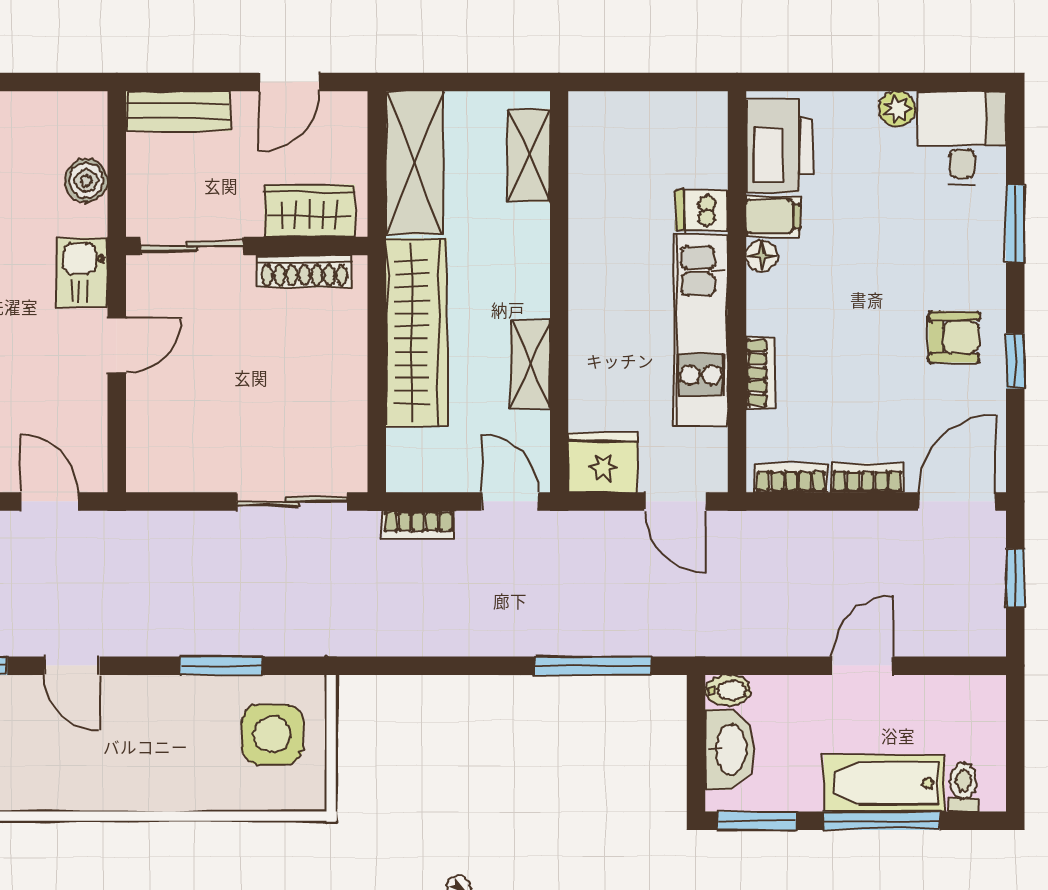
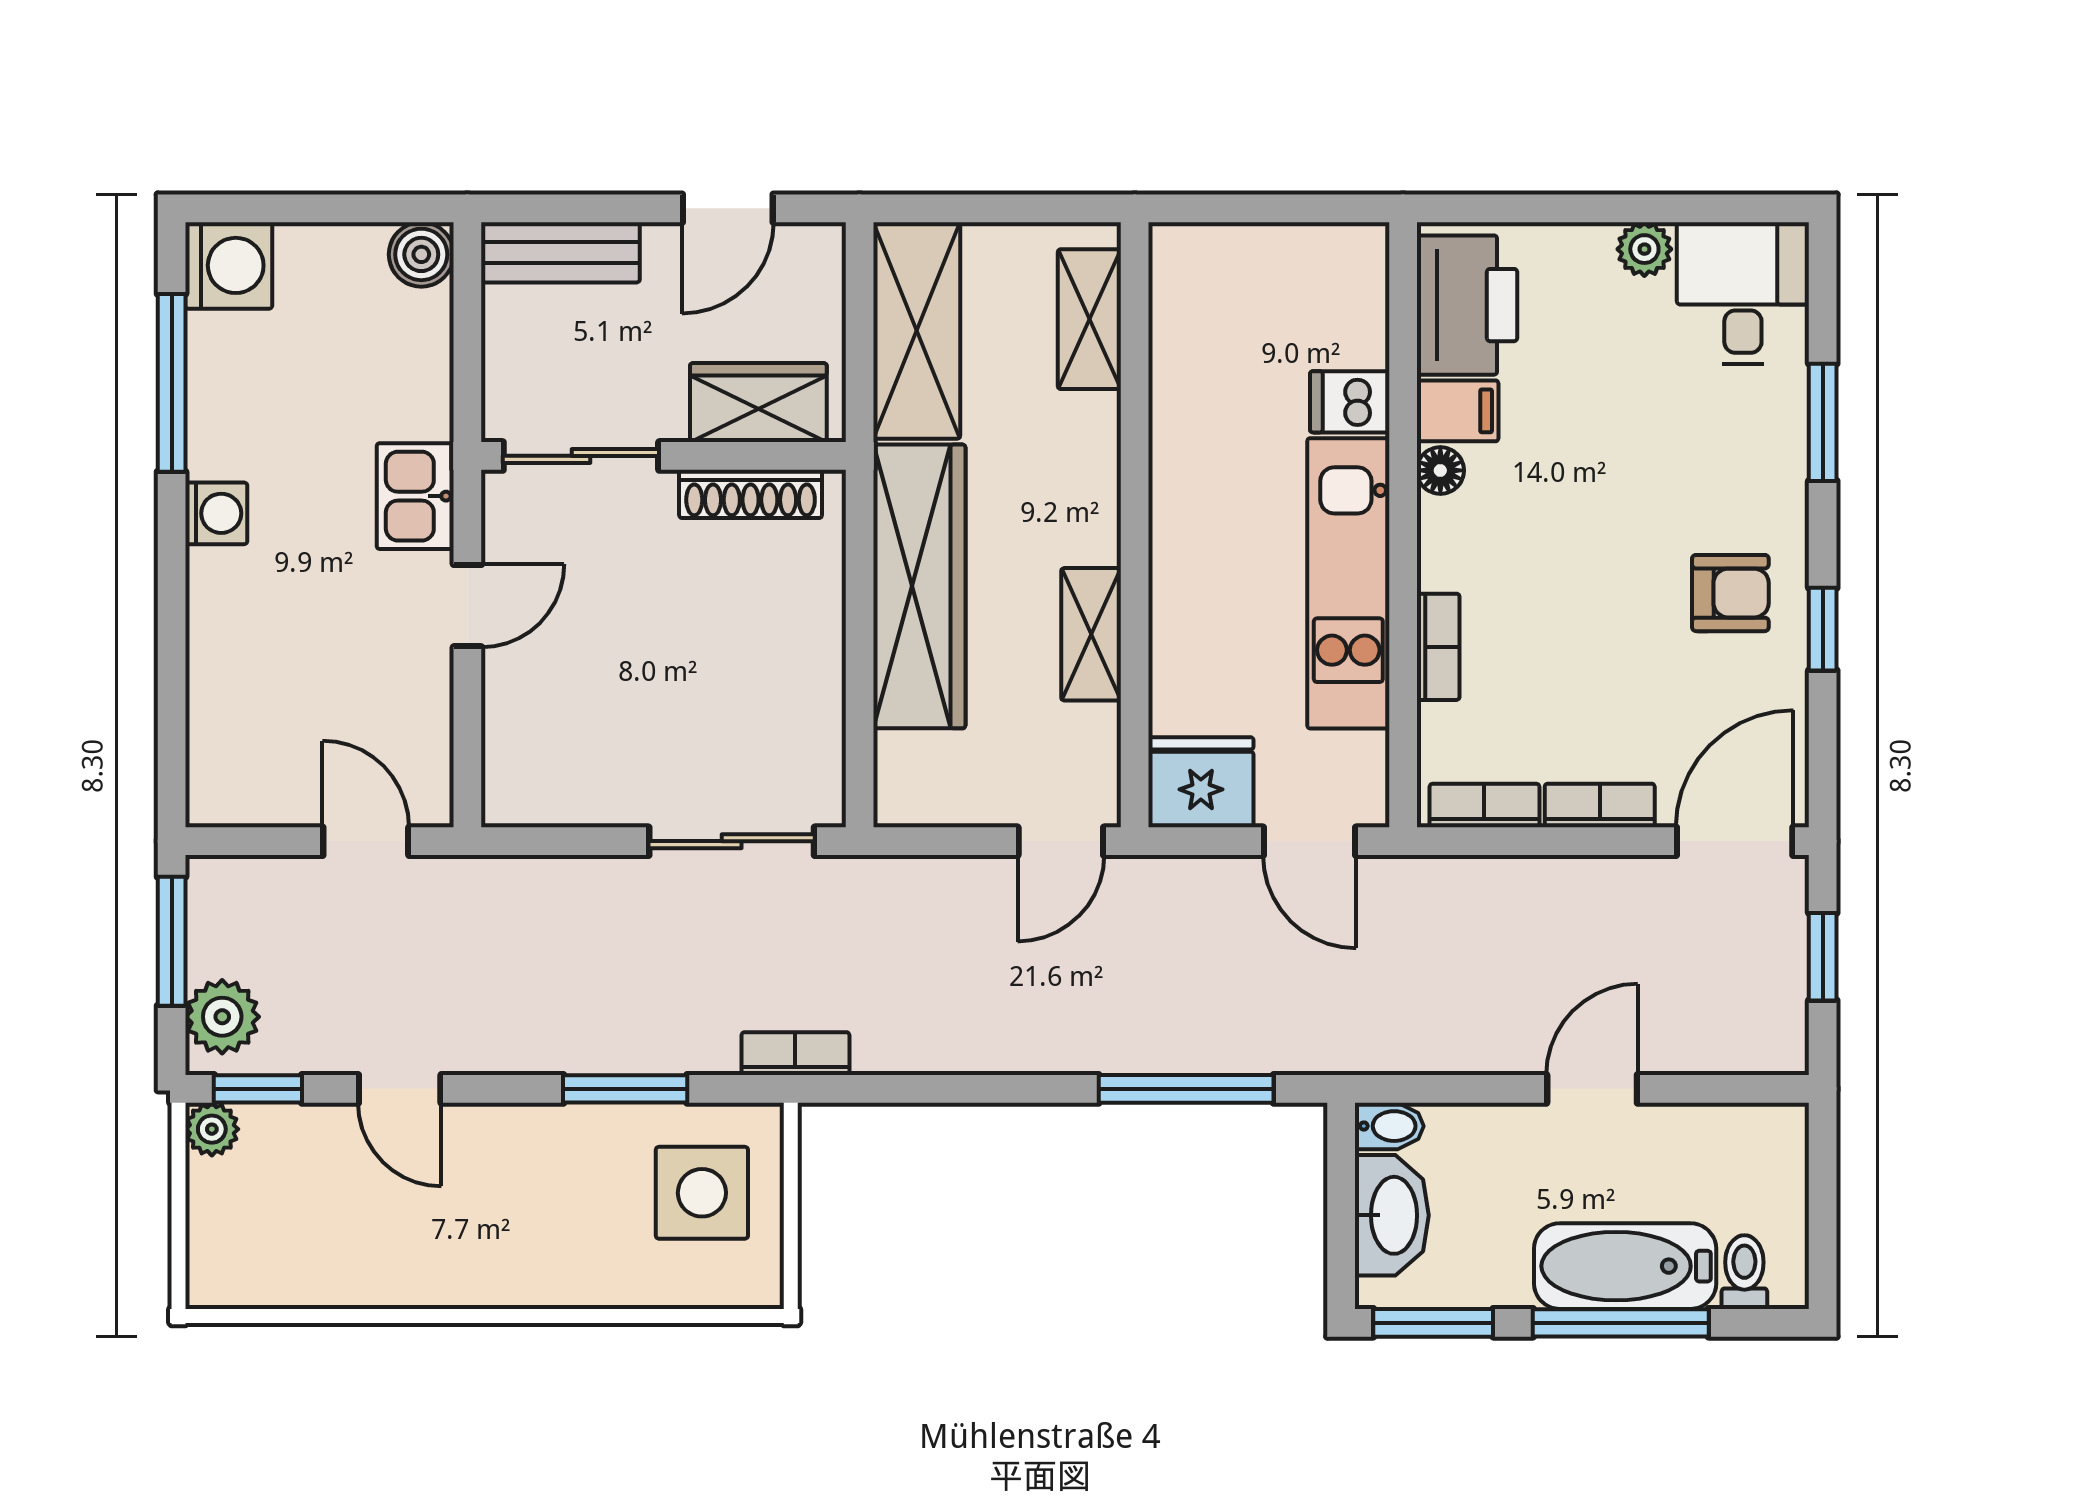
boiler: (86, 181) -> (421, 254), moved
door: (510, 501) -> (1061, 841), swing flipped
bookcase: (418, 525) -> (795, 1054), moved, turned 180

